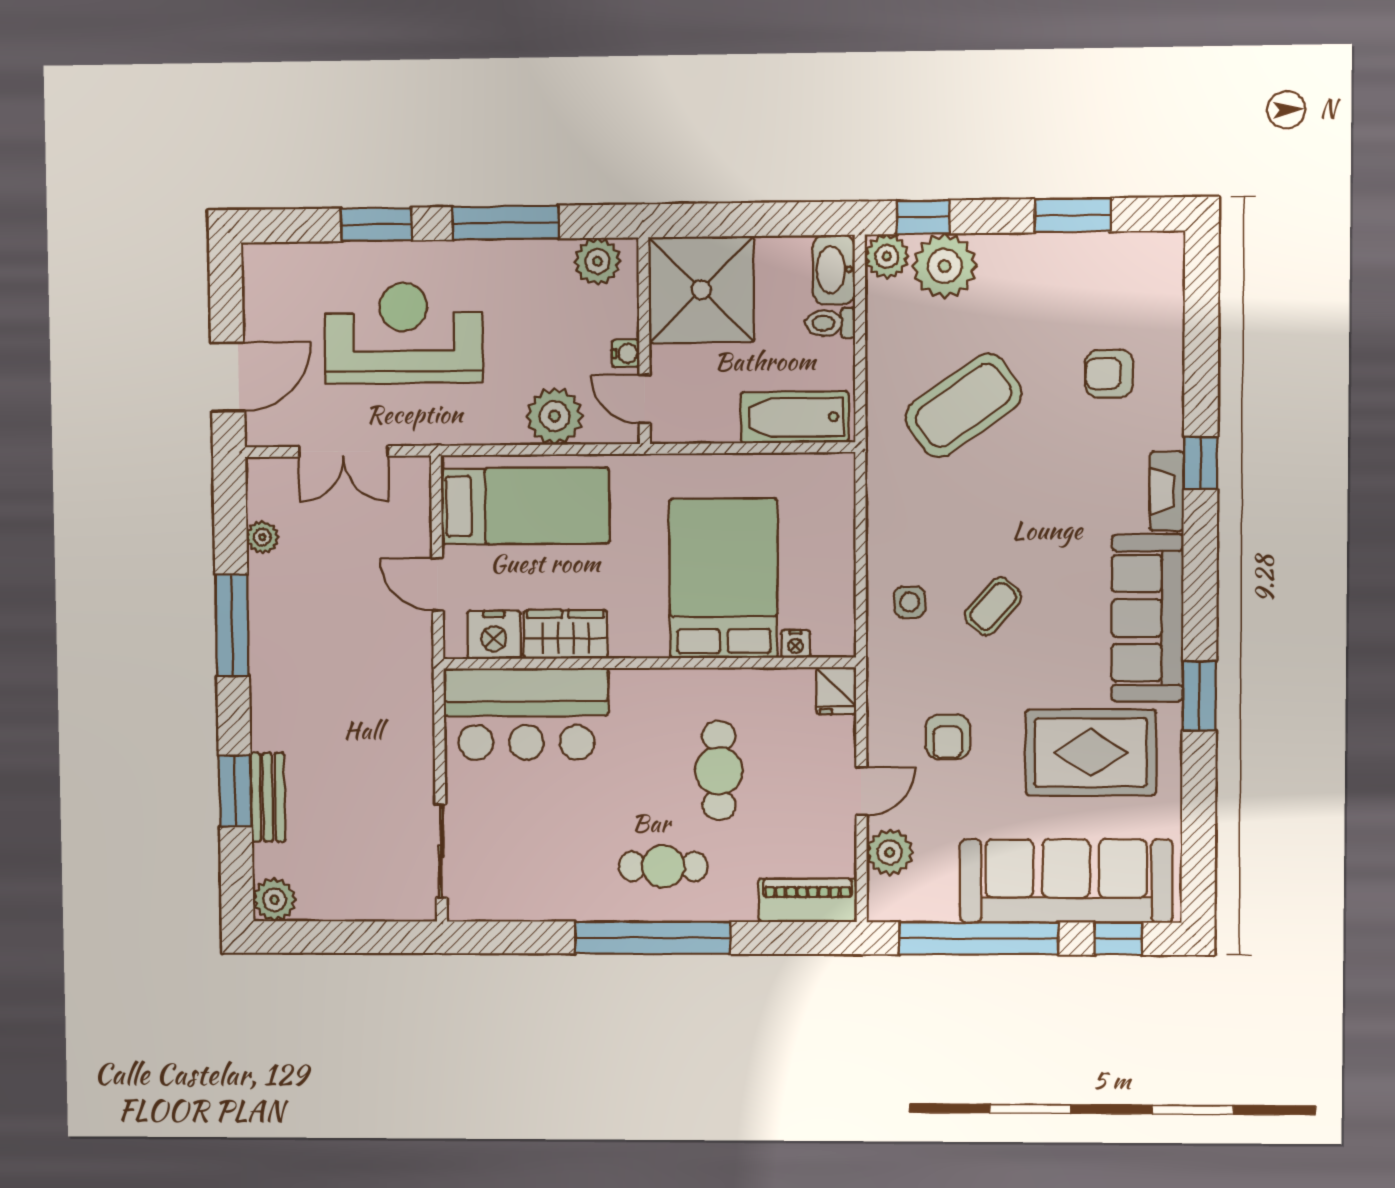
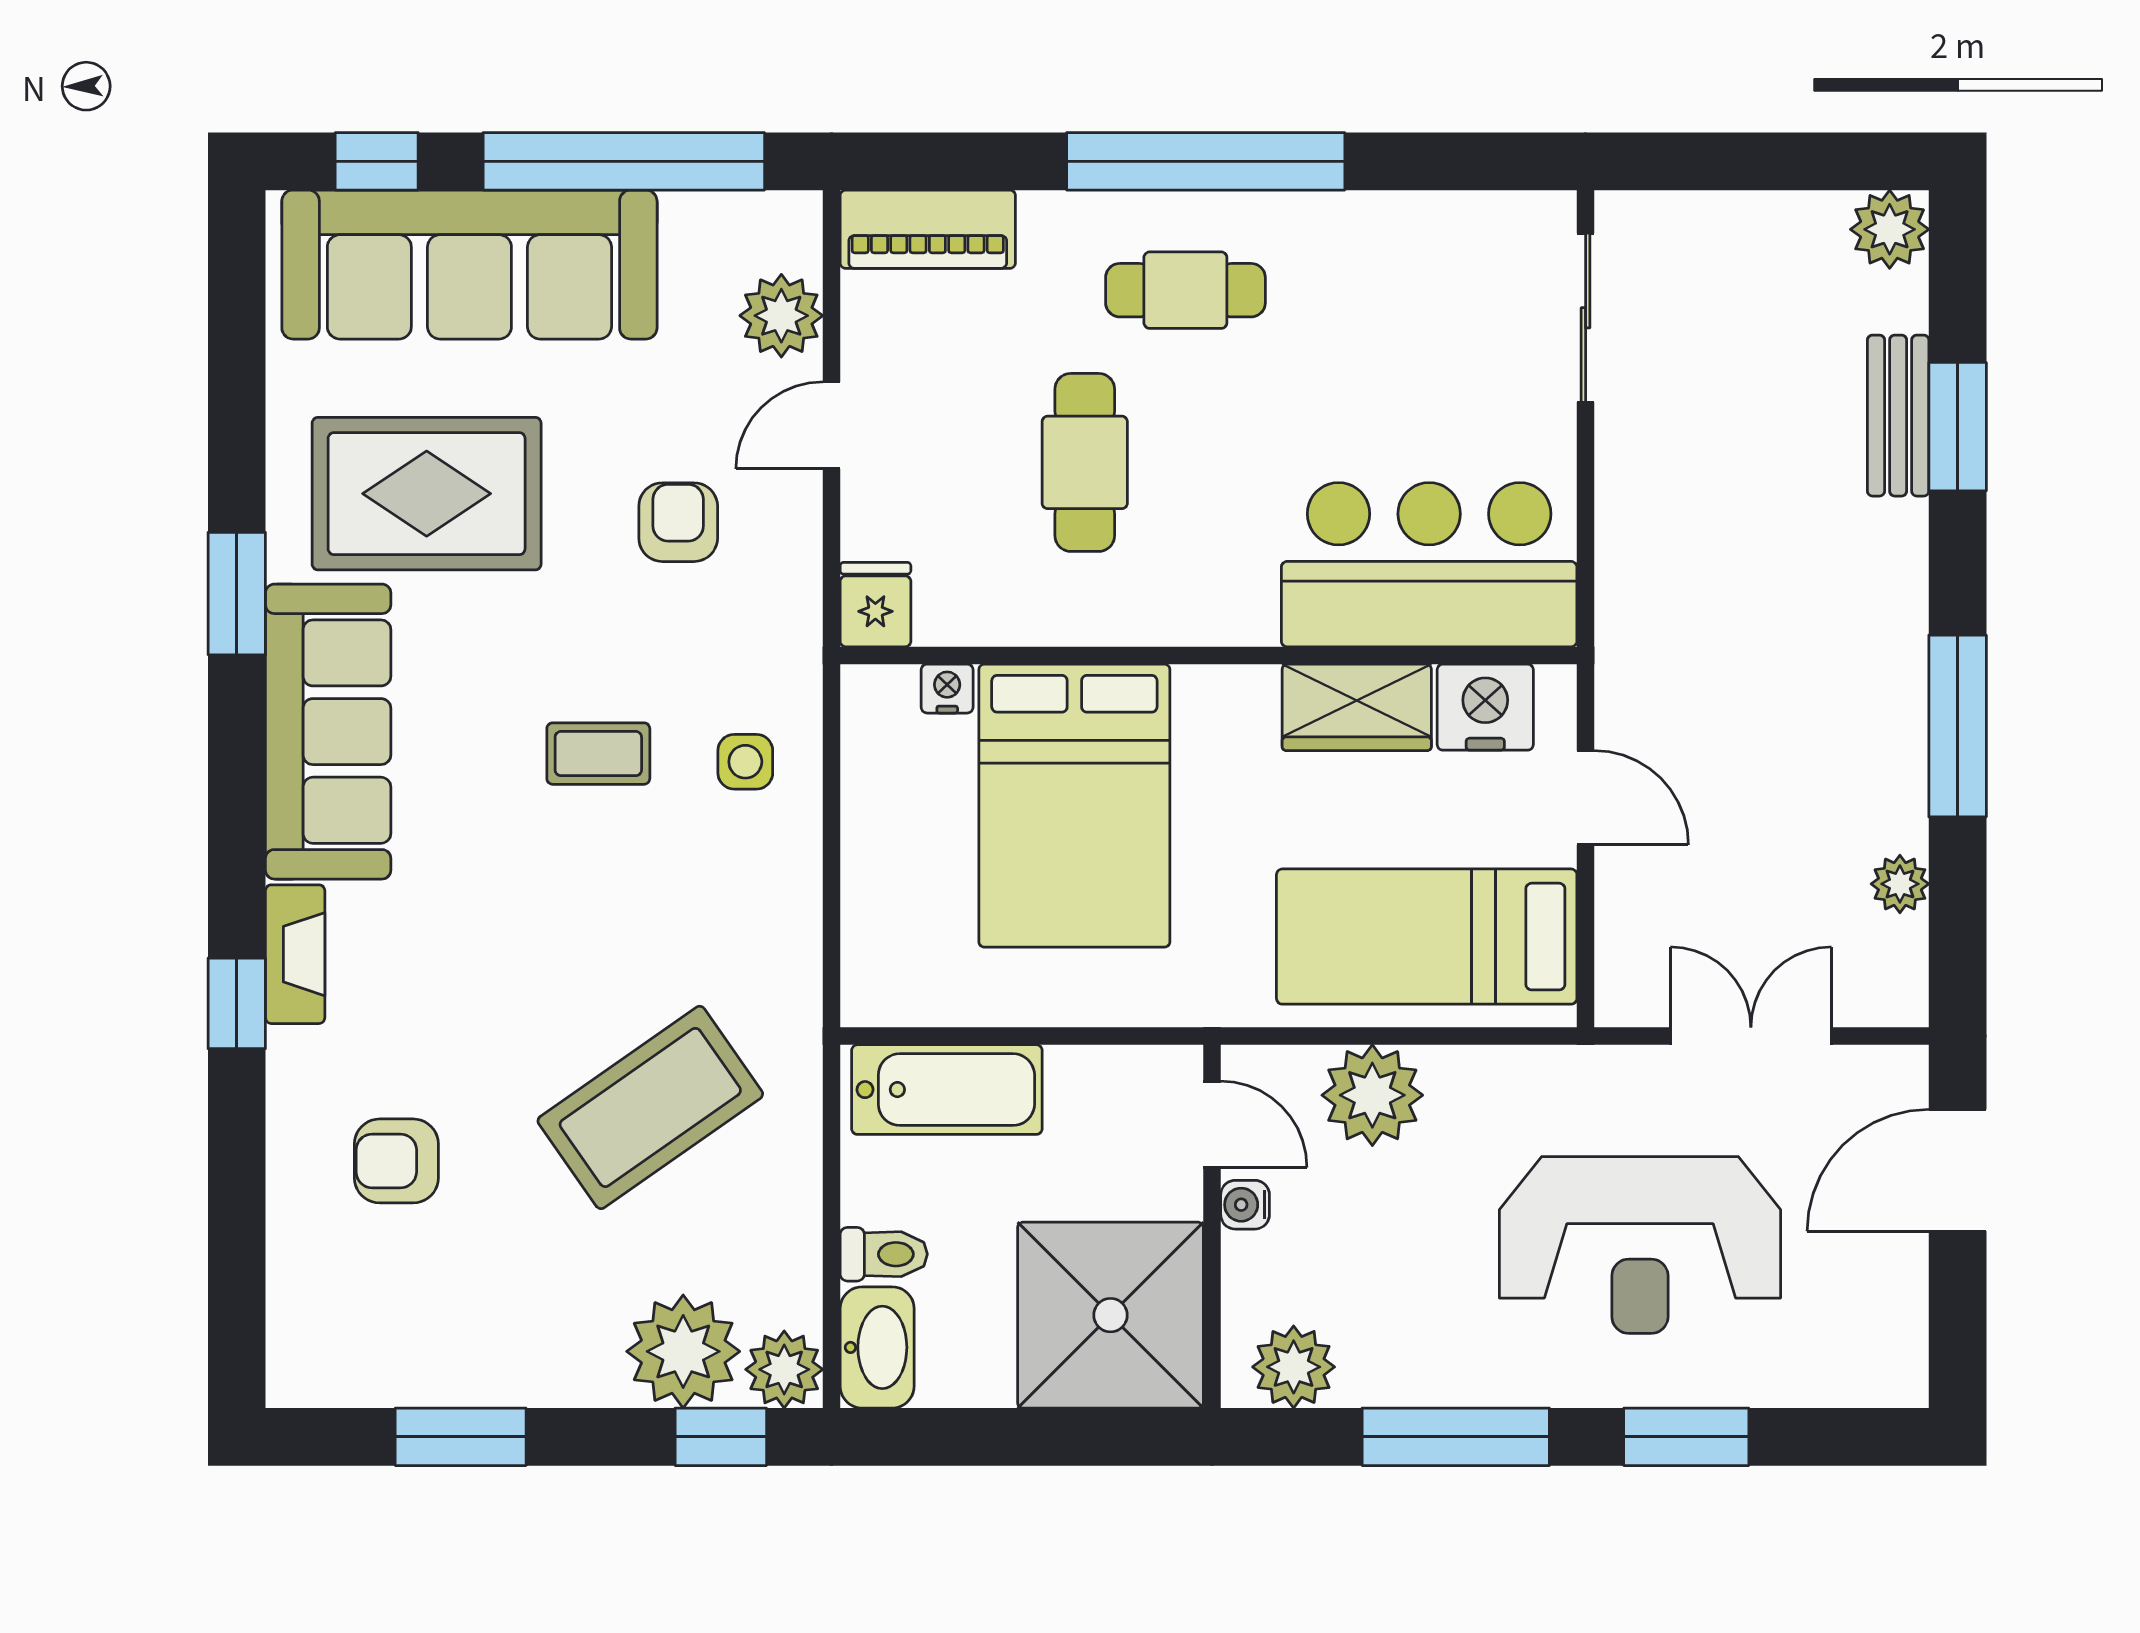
armchair: (1109, 373) -> (396, 1161), turned 180
coffee table: (993, 606) -> (598, 754), turned 48

